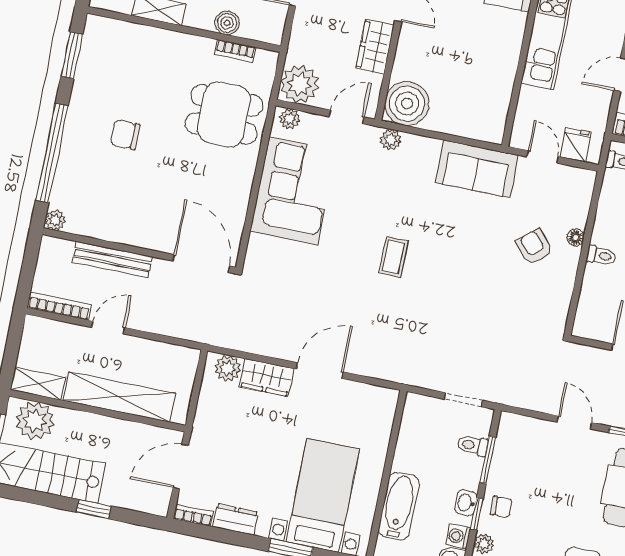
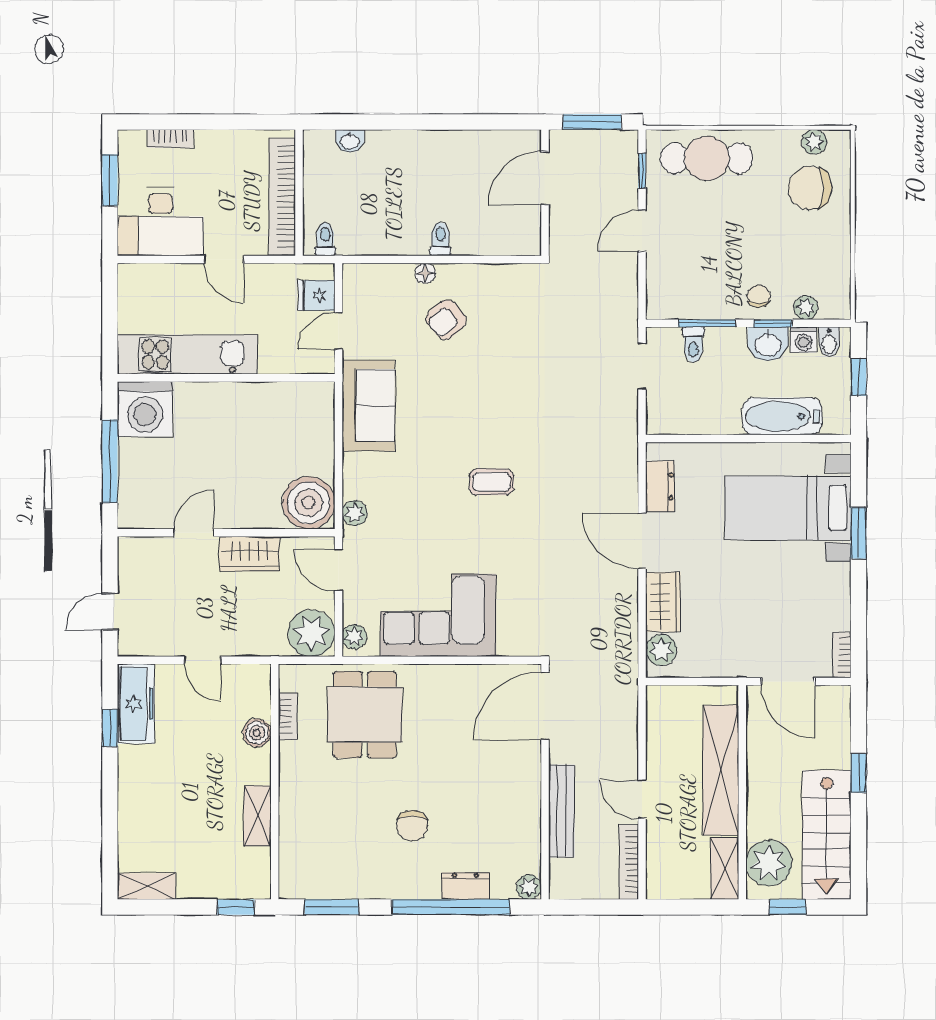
dresser: (67, 168) -> (466, 886), added
washbasin: (466, 503) -> (768, 344), width x1.38, depth x1.45
dresser: (235, 519) -> (660, 486), moved, turned 180

